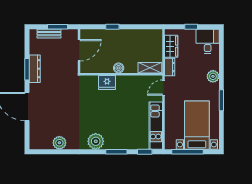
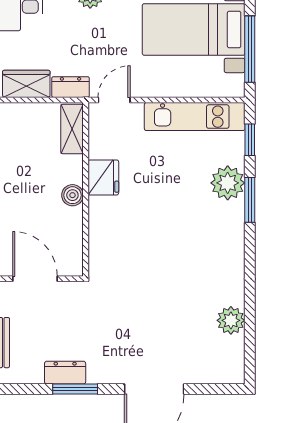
dresser: (35, 69) -> (65, 373), width x0.70
fridge: (107, 83) -> (103, 177), moved
door: (164, 88) -> (114, 100), swing flipped
plant: (96, 141) -> (228, 183), moved

